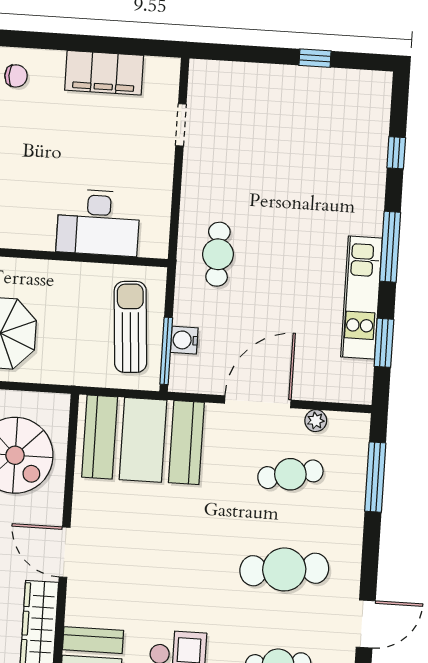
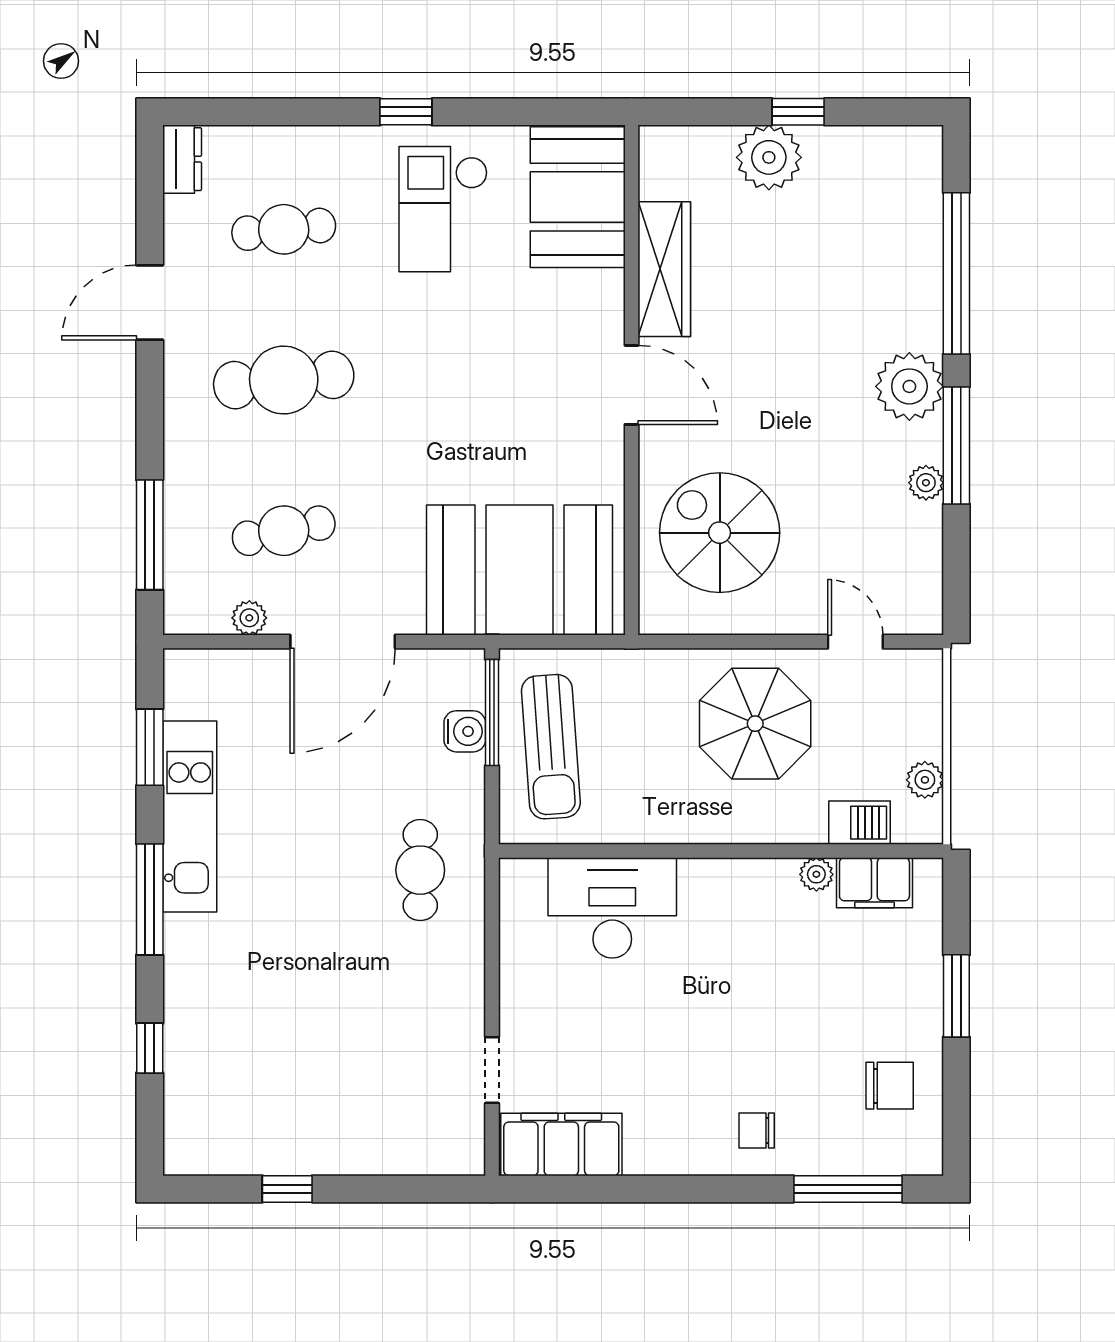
filing cabinet: (104, 73) -> (561, 1144), moved

